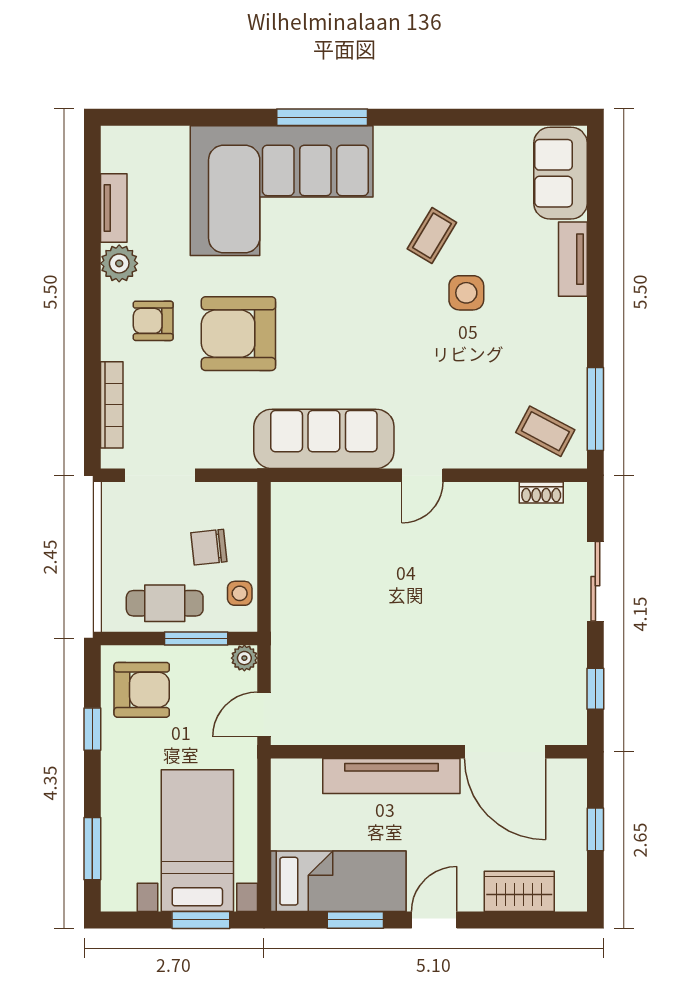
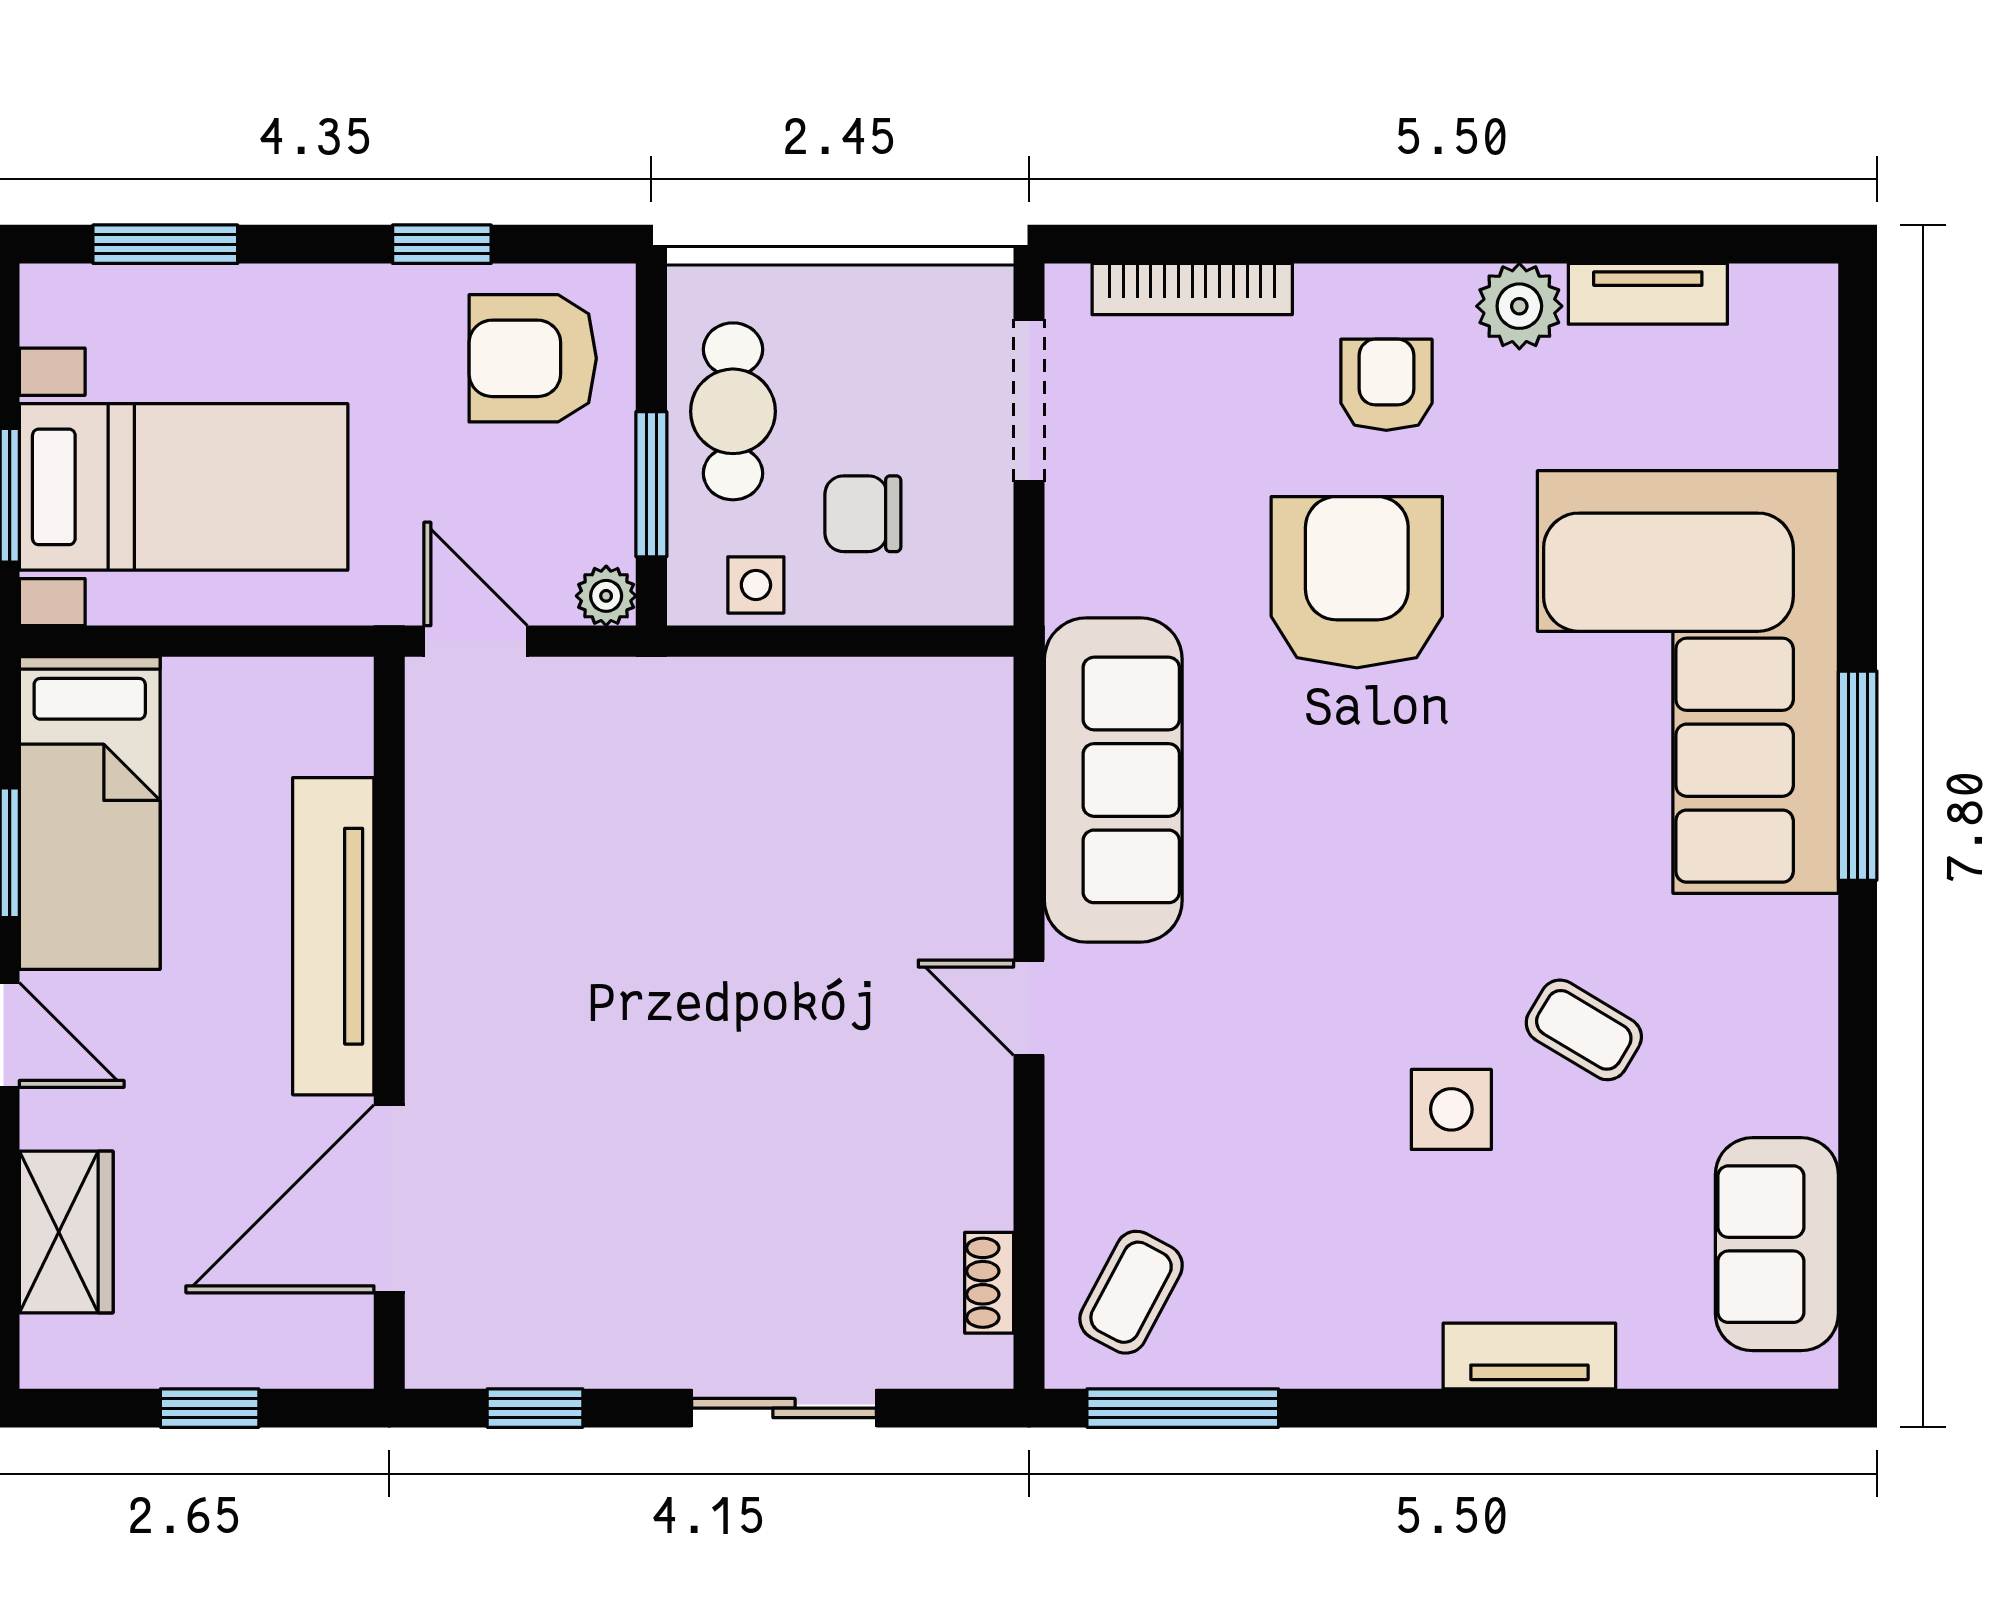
sofa: (560, 173) -> (1777, 1244), moved, turned -90
chair: (209, 547) -> (863, 514), turned -84
armchair: (142, 690) -> (533, 358), turned 90

